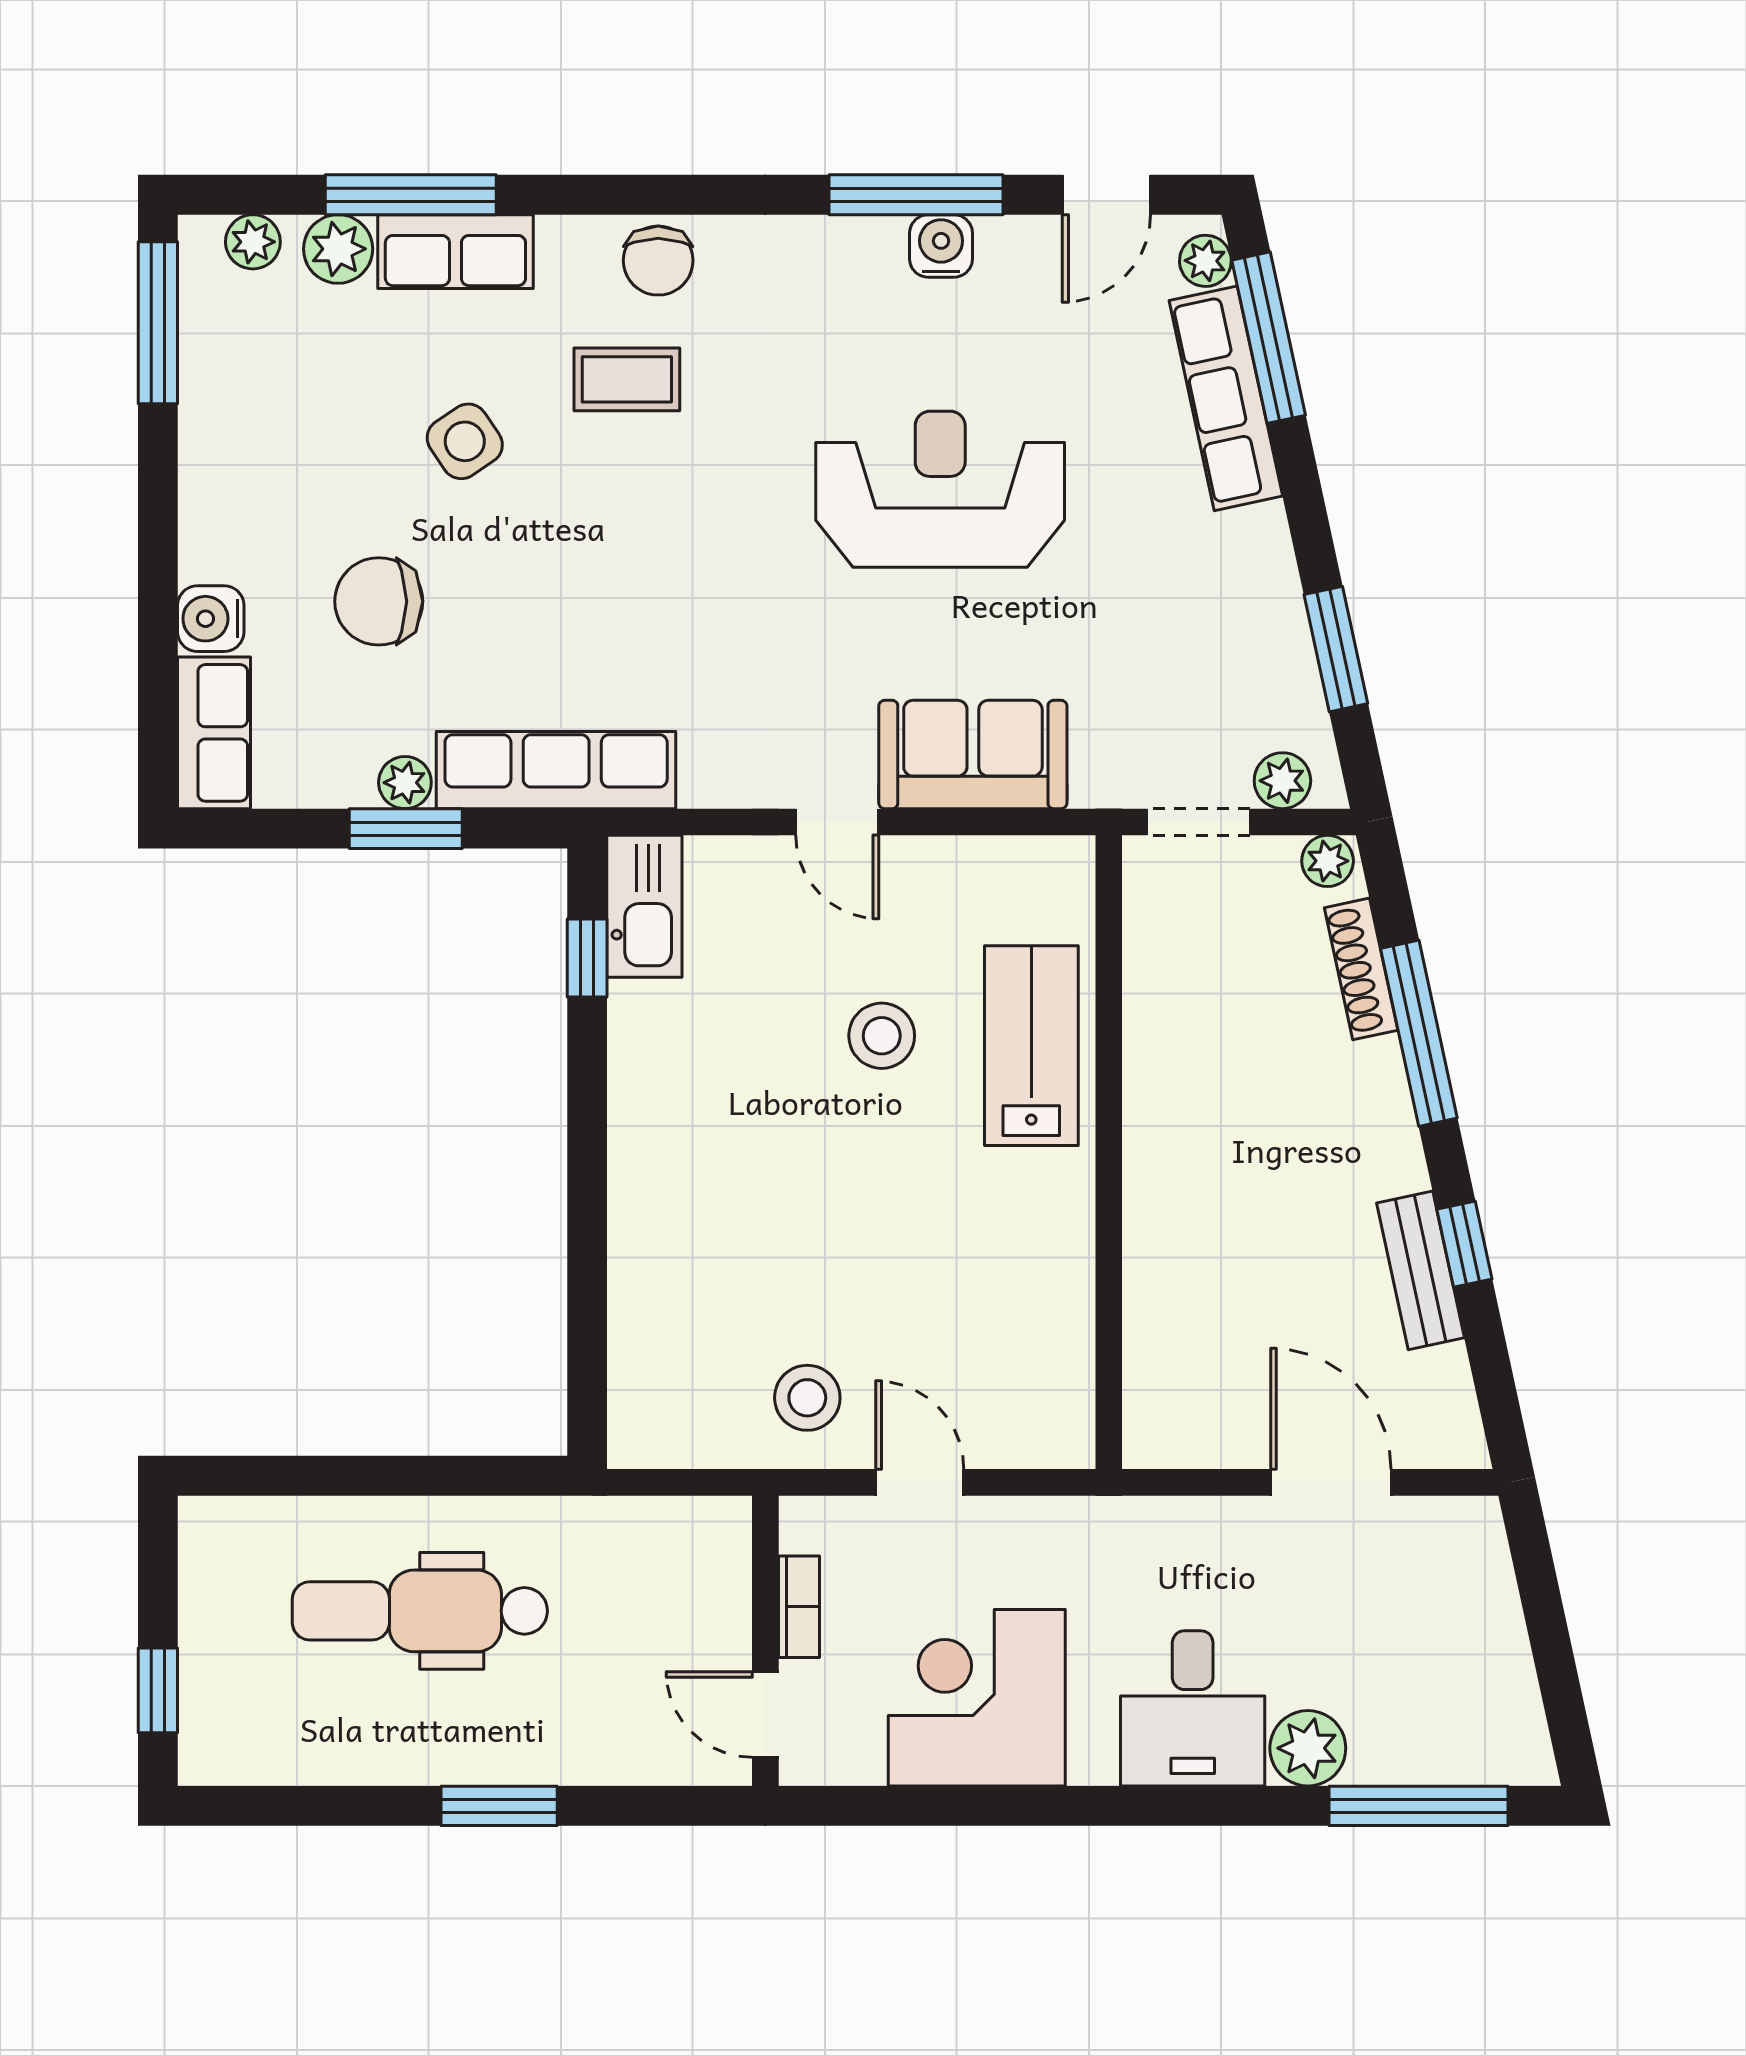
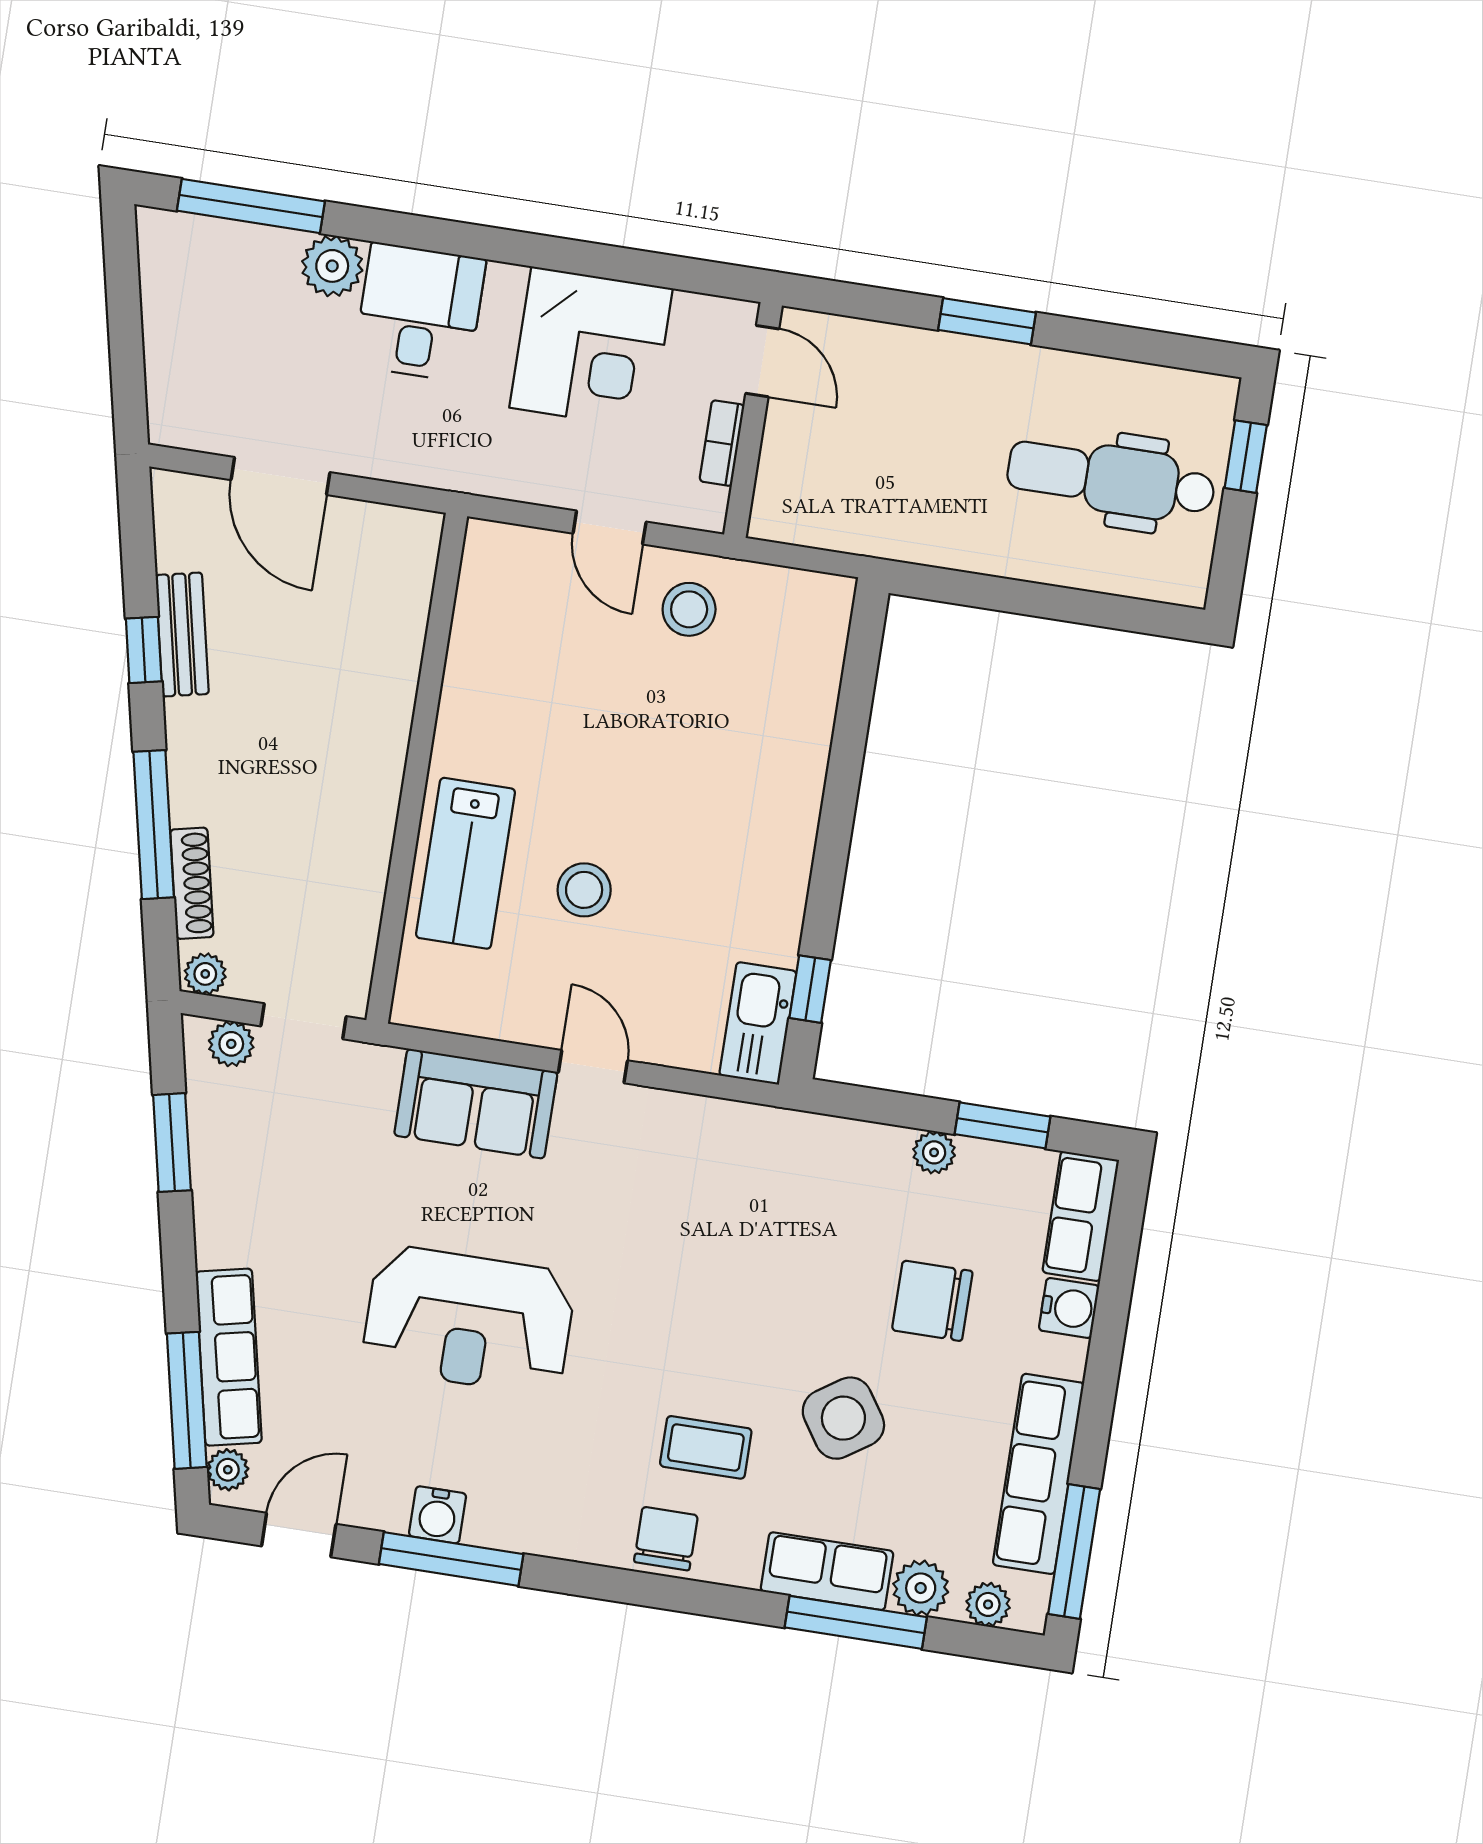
side table: (465, 441) -> (843, 1418), width x1.37, depth x1.37
chair: (379, 601) -> (932, 1301), turned 180
row of seats: (556, 770) -> (1038, 1474), moved, turned 90
window: (406, 829) -> (1003, 1125), moved
dental chair: (420, 1611) -> (1111, 479), moved, turned 180

